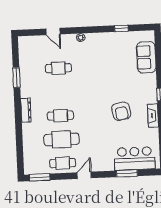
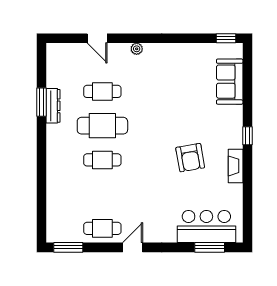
window: (121, 28) -> (226, 38), moved
dresser: (26, 110) -> (53, 106), moved
cafe table: (62, 139) -> (102, 126), moved
window: (127, 173) -> (210, 247), moved

